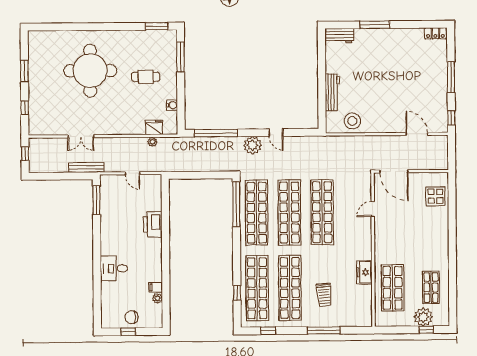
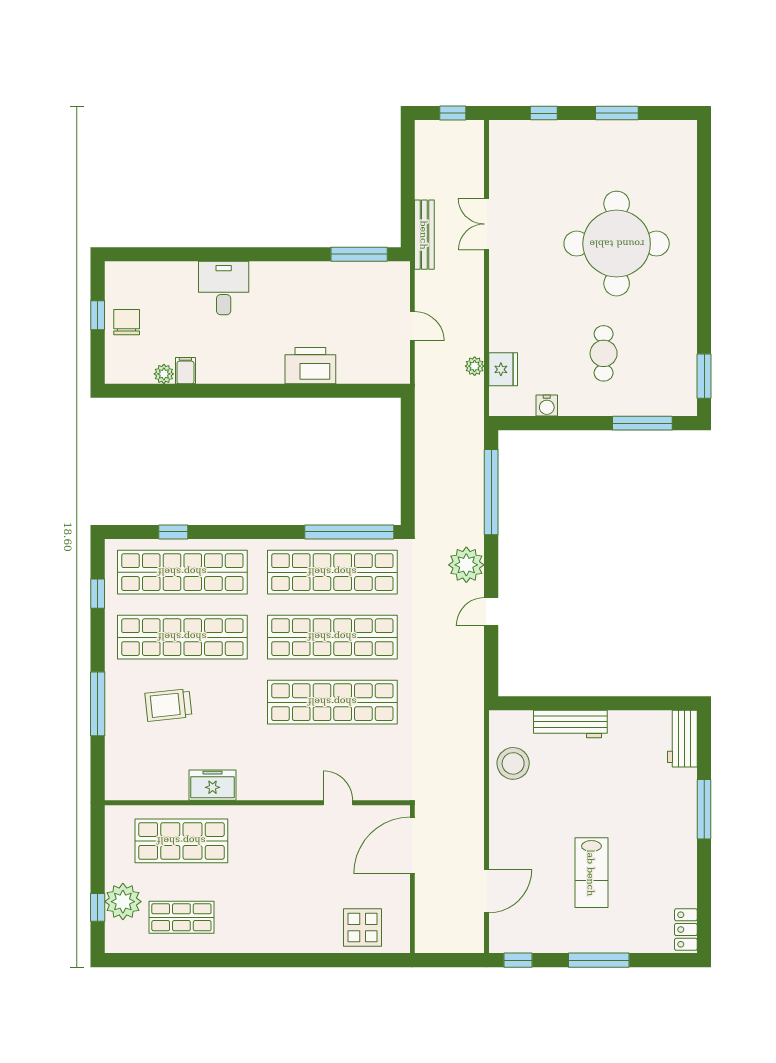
lab bench: (407, 81) -> (591, 873), added
door: (132, 173) -> (412, 326), swing flipped

